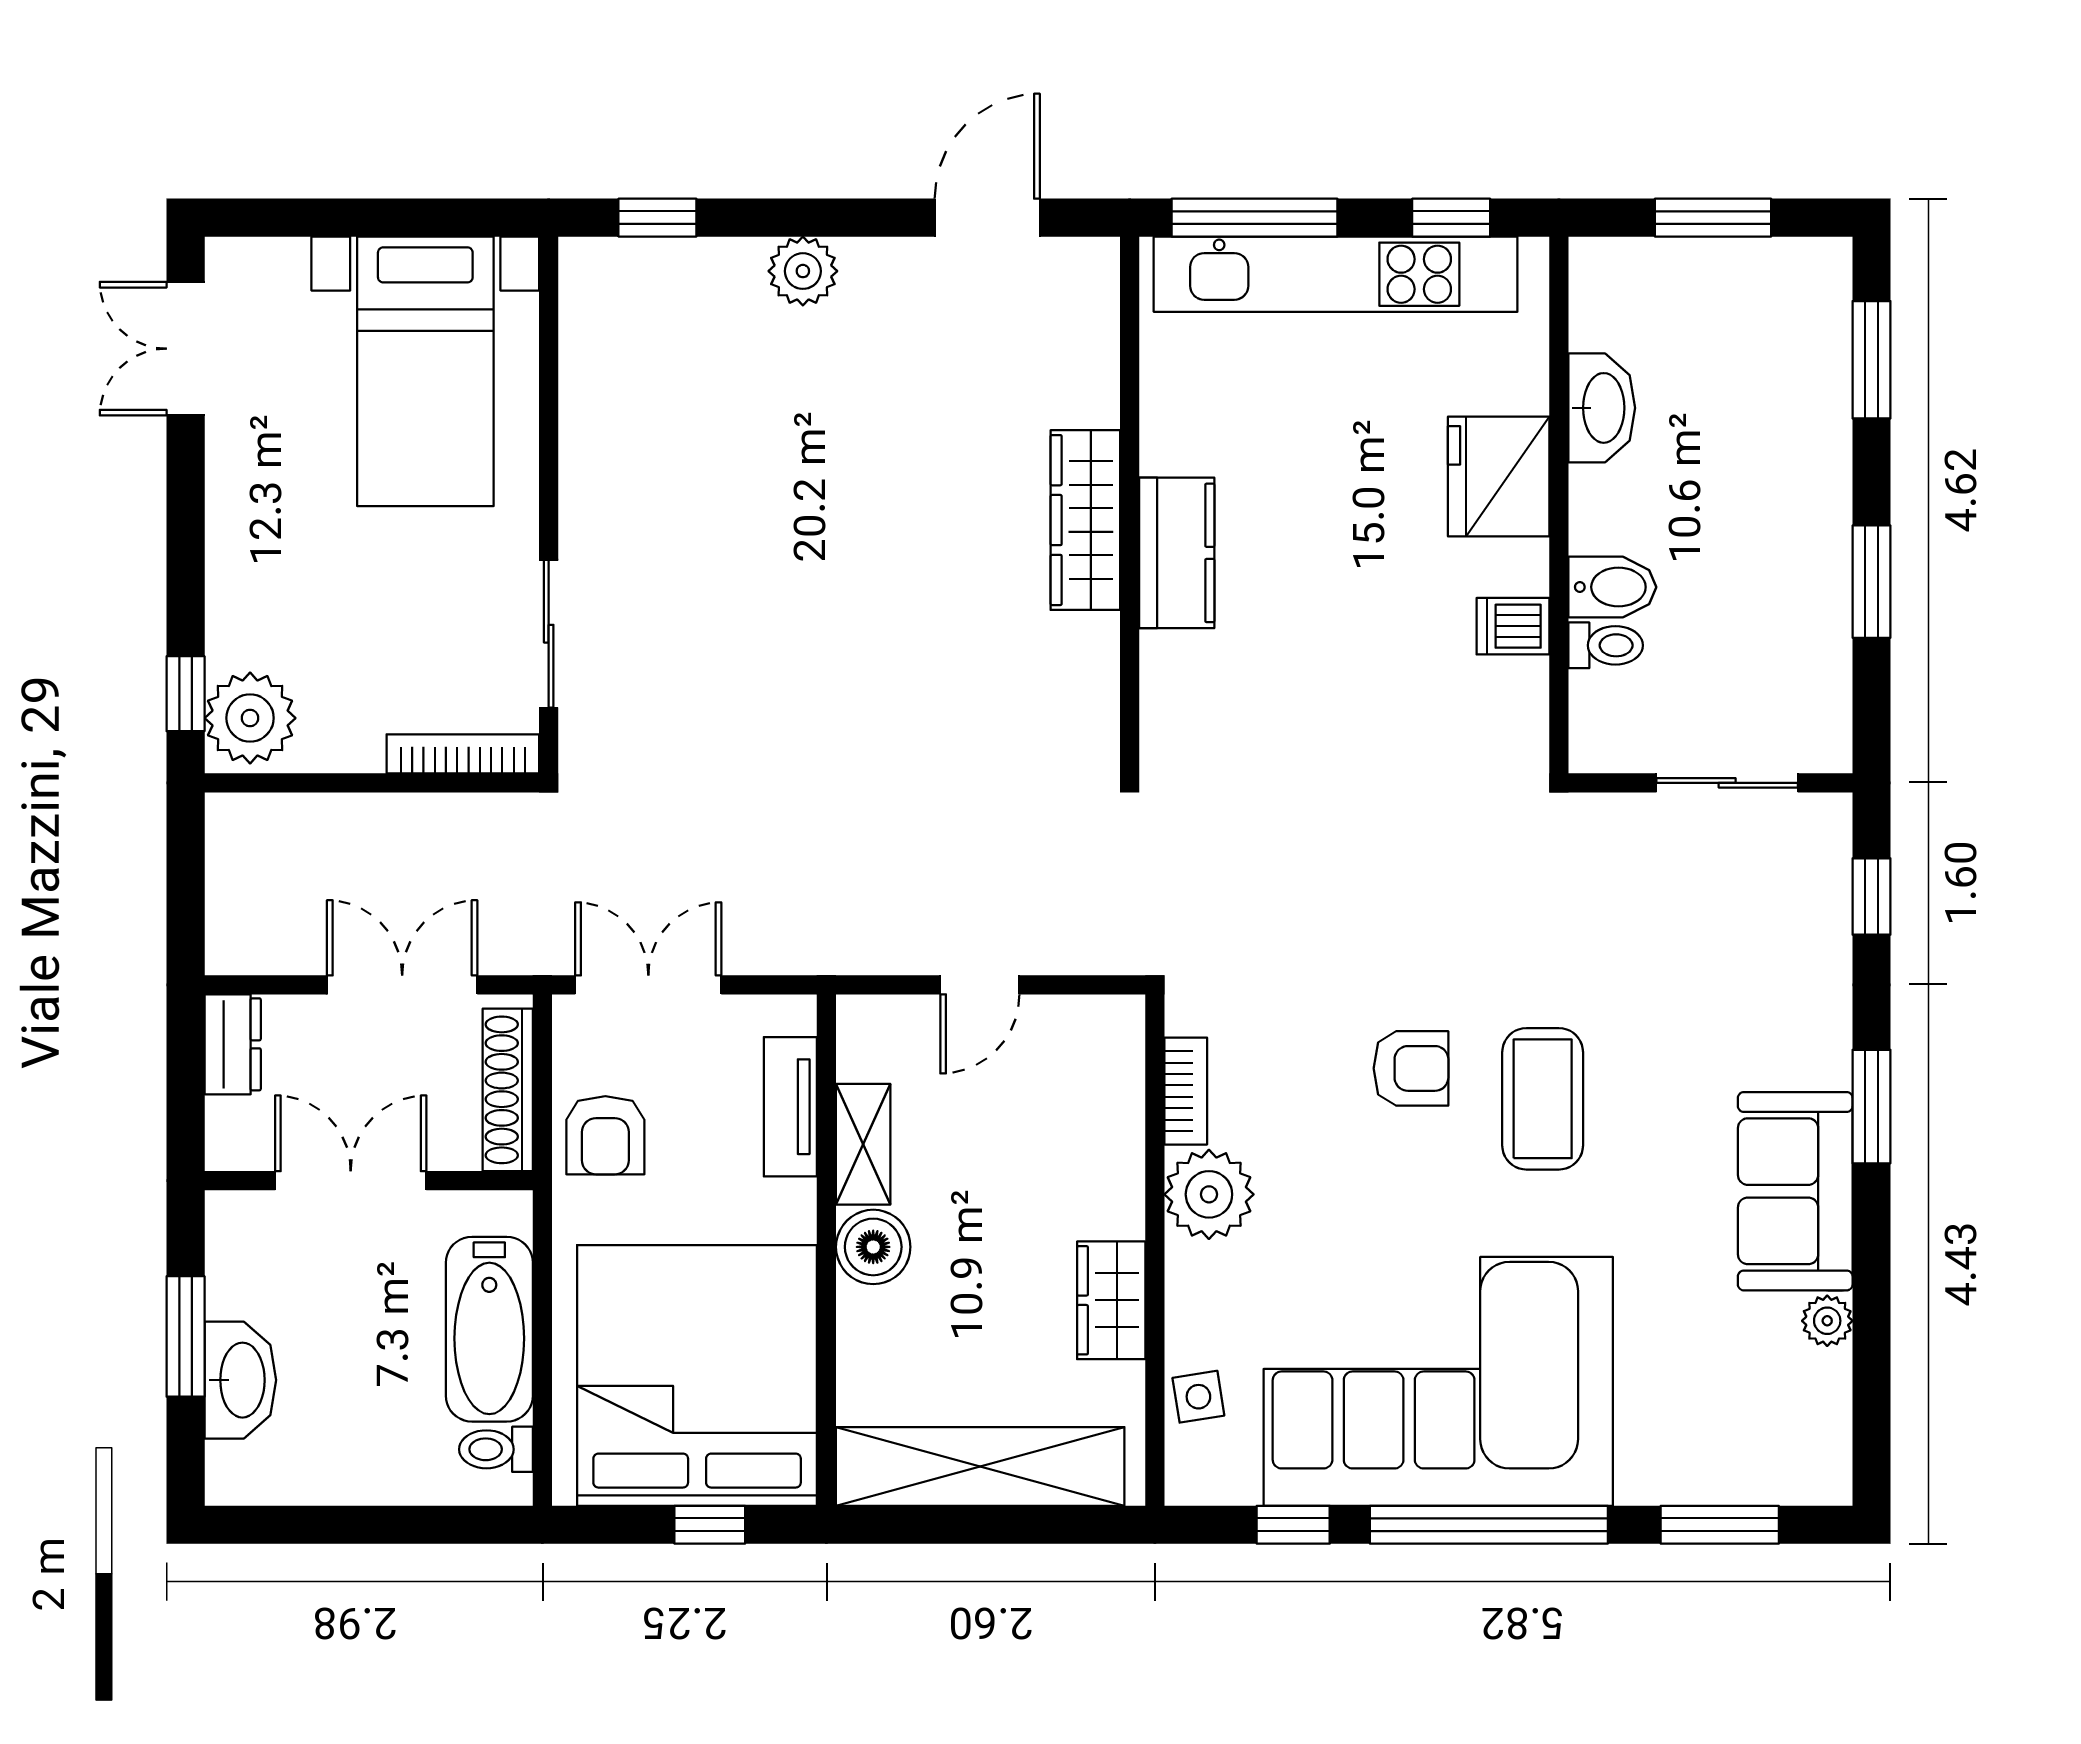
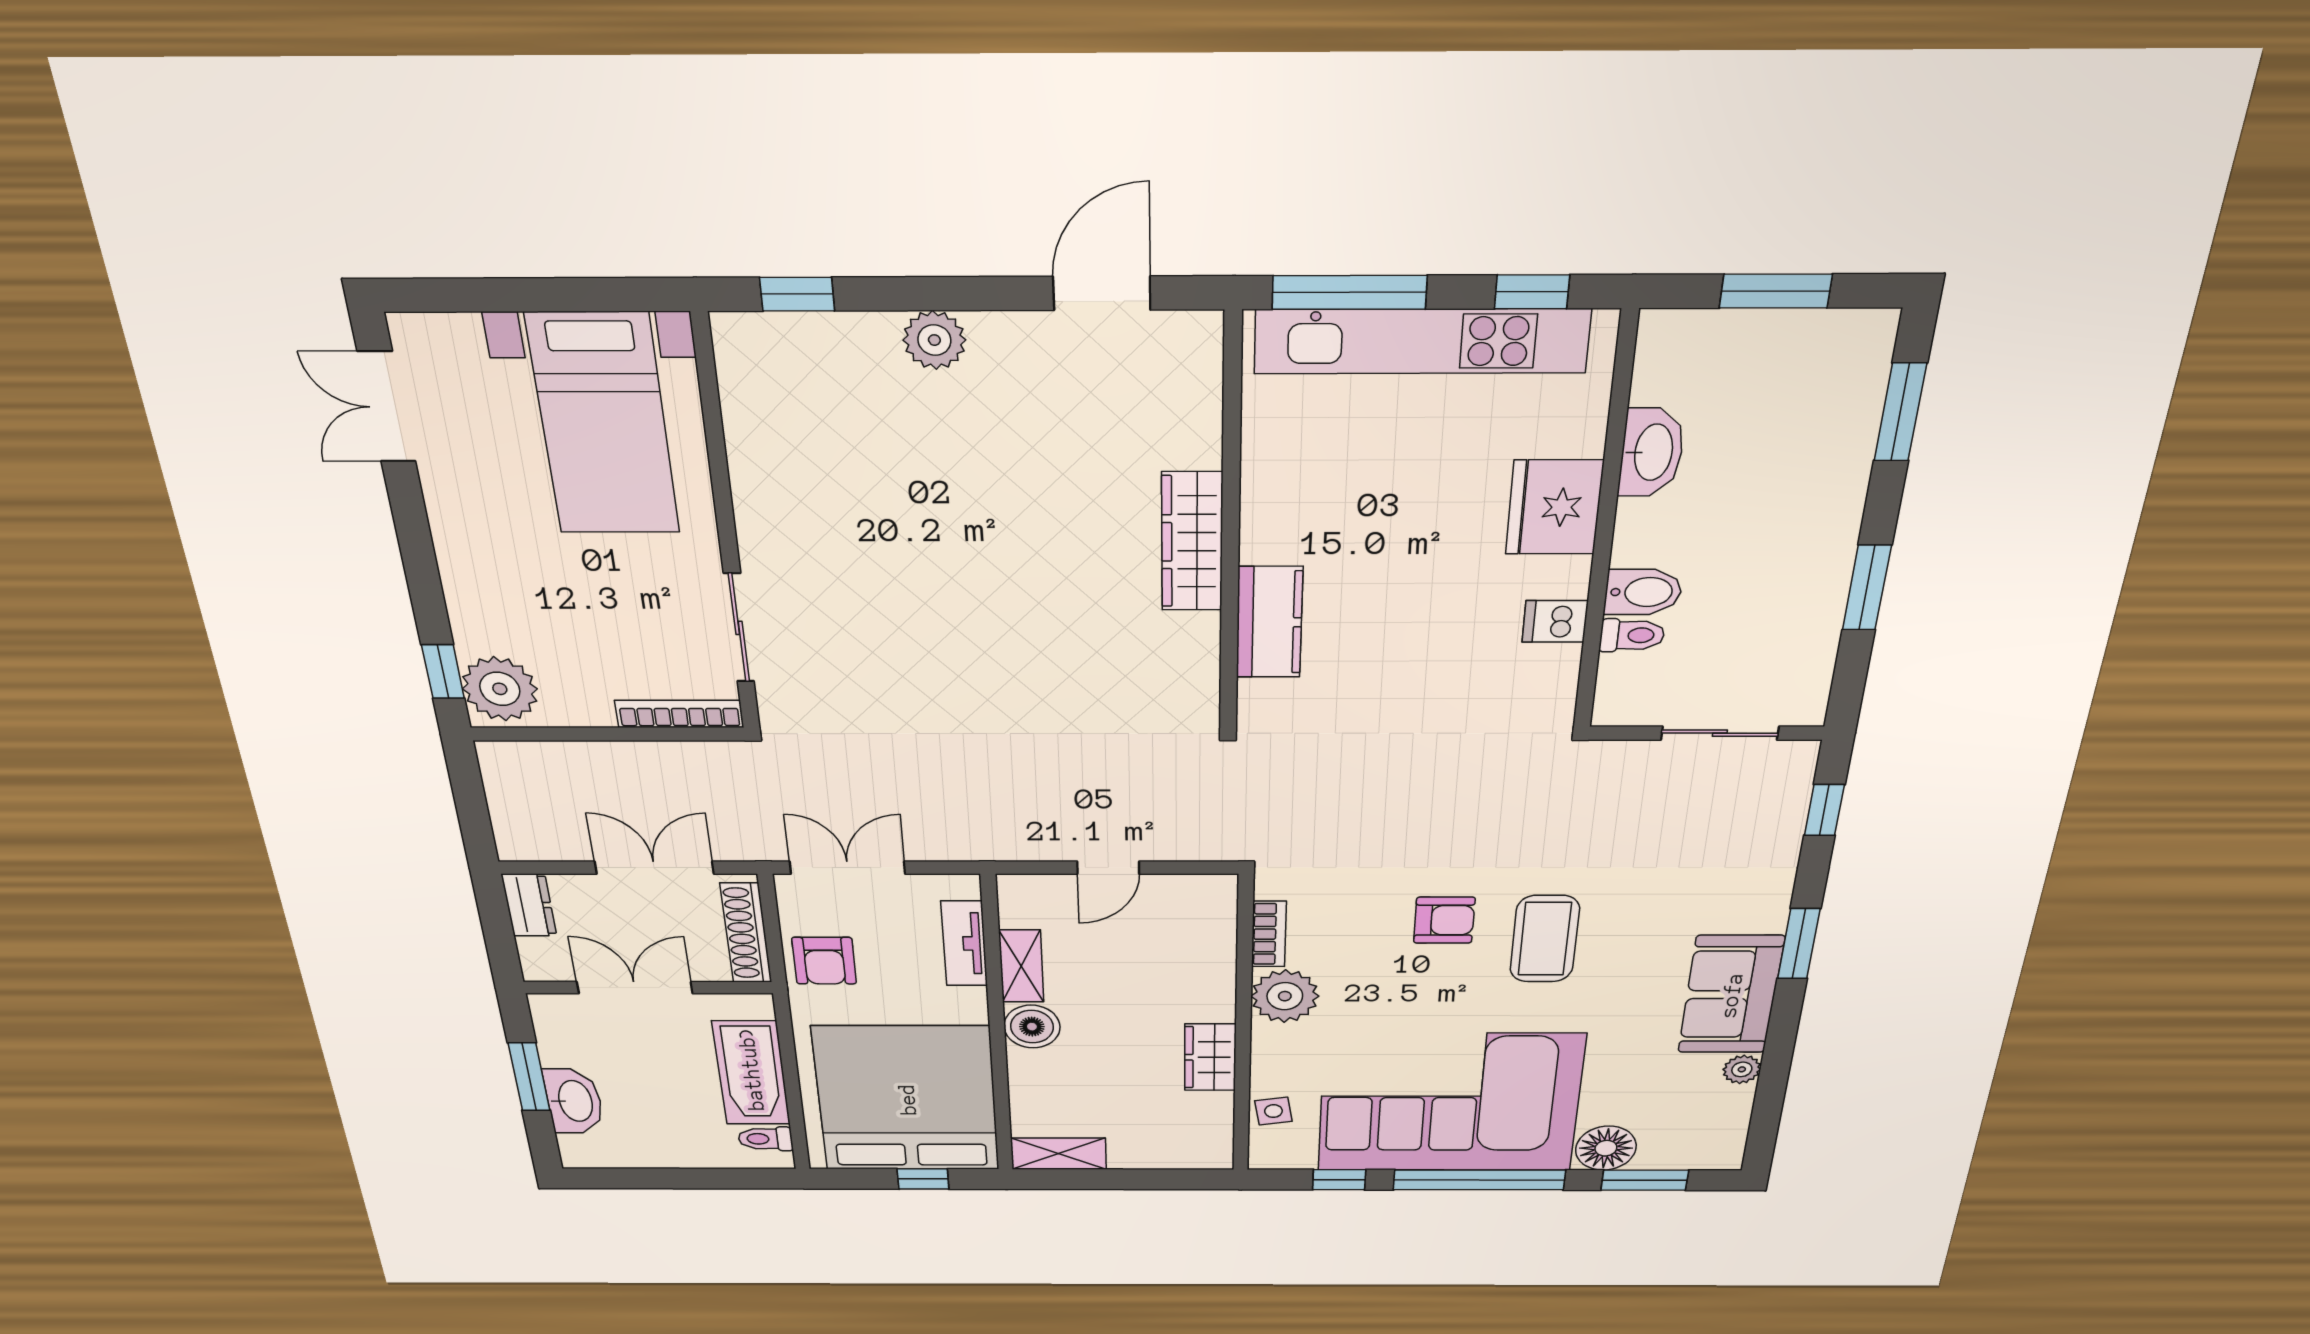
kitchen counter: (1177, 553) -> (1269, 622), moved
floor lamp: (1659, 1464) -> (1606, 1148), added
shelving: (980, 1466) -> (1059, 1154), width x0.45, depth x0.75

